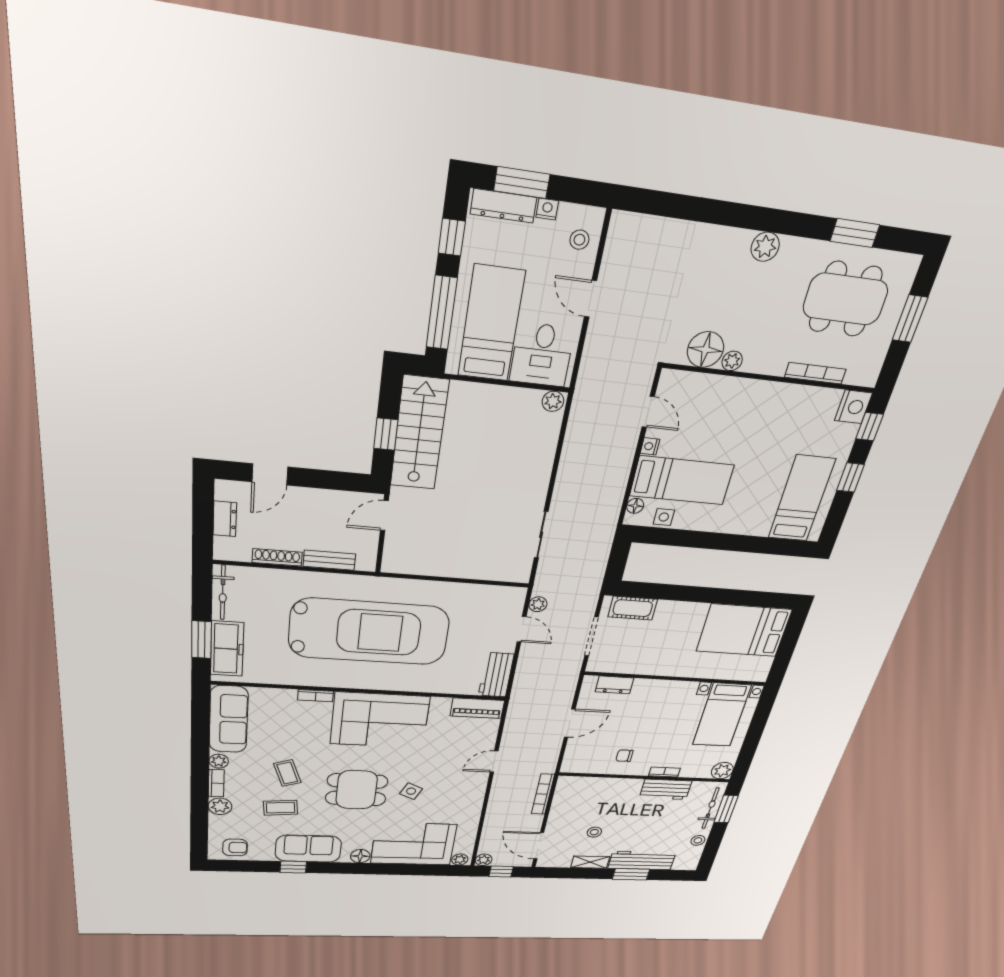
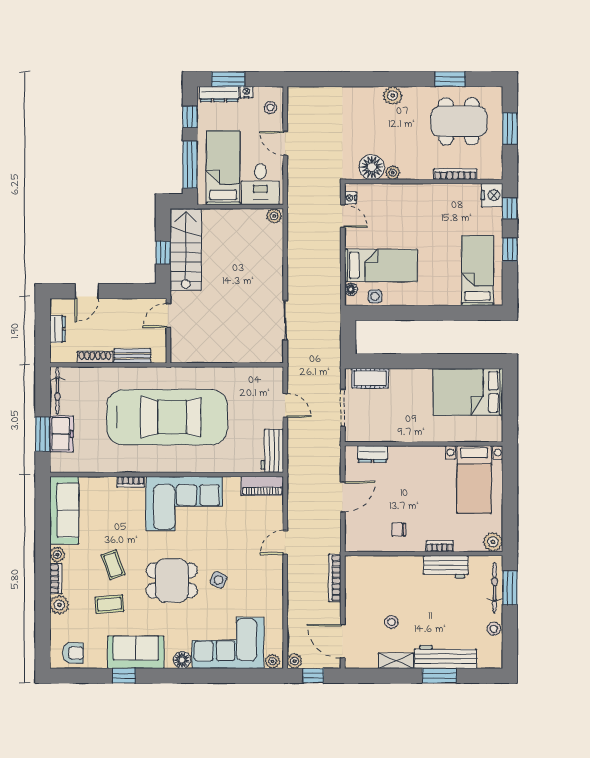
nightstand: (650, 446) -> (350, 198), moved
plant: (538, 604) -> (294, 381), removed
freezer: (227, 649) -> (62, 434), width x0.71

